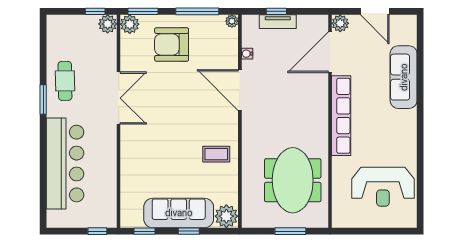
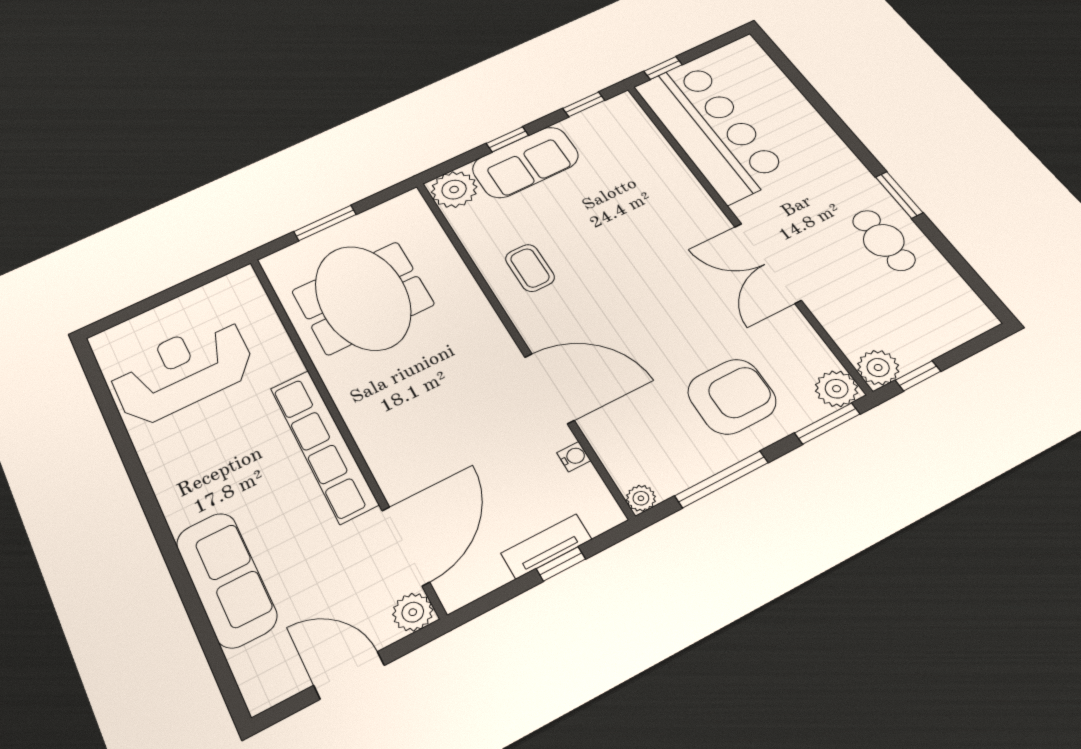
coffee table: (216, 154) -> (530, 268), turned 90
bar counter: (65, 164) -> (711, 130), moved, turned 180
sofa: (179, 213) -> (525, 162), width x0.73

